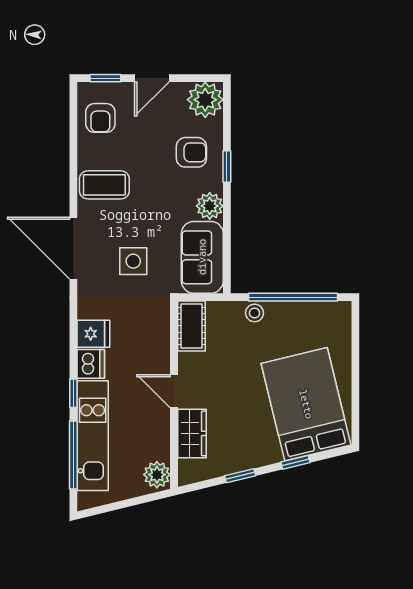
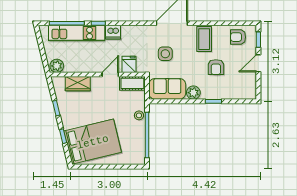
door: (152, 78) -> (258, 63), hinge flipped
plant: (205, 100) -> (247, 90), removed
armchair: (191, 152) -> (216, 67), moved
fridge: (93, 334) -> (129, 64), moved, turned 180
door: (174, 391) -> (110, 74), moved

